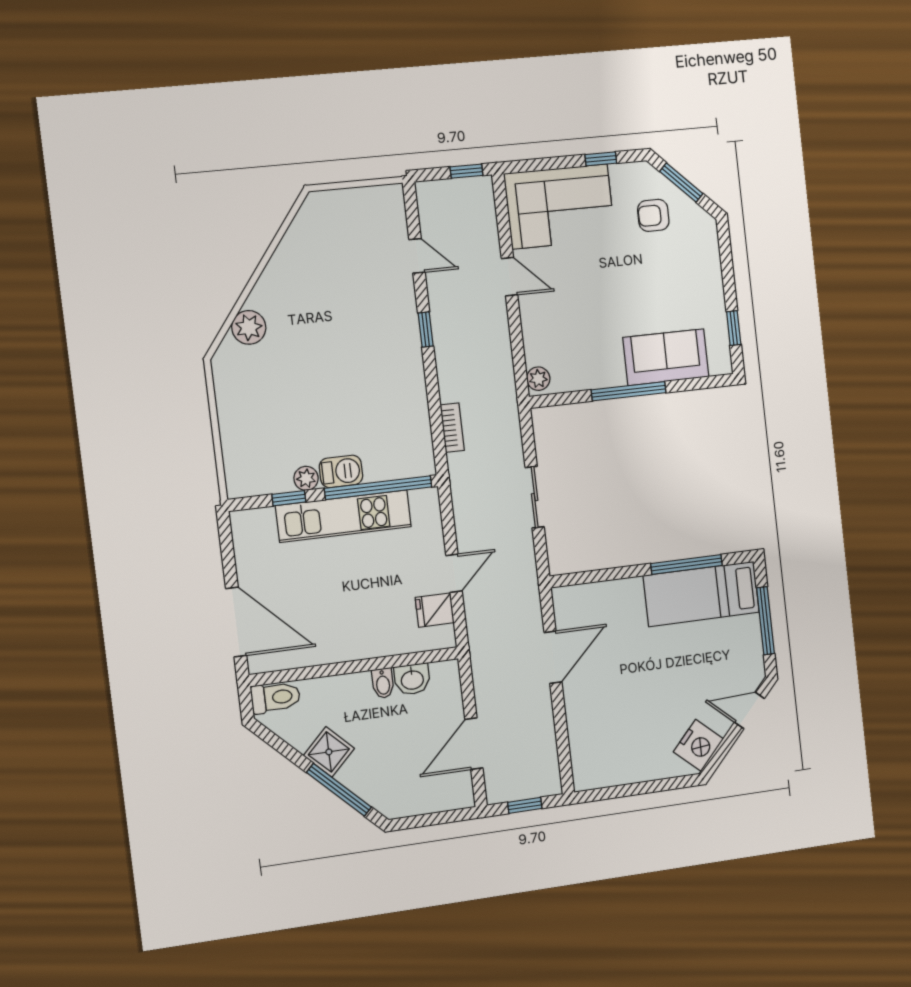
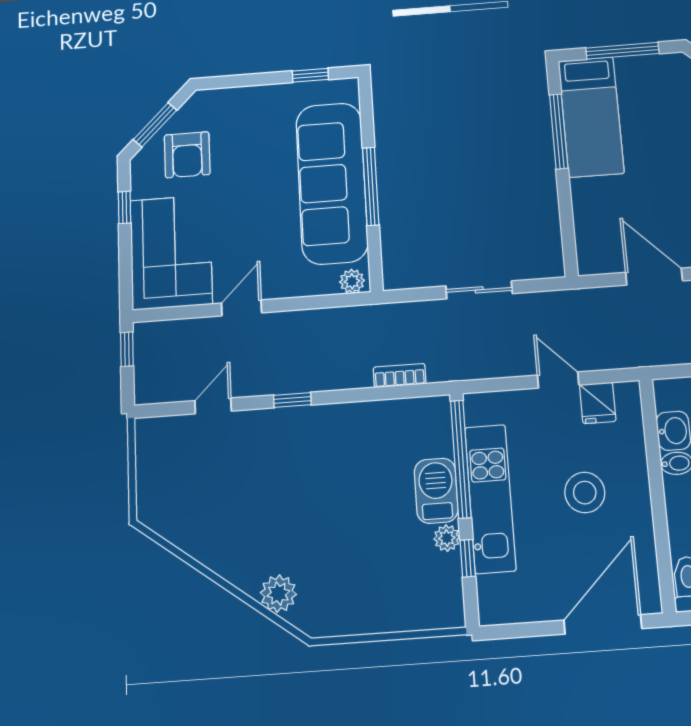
armchair: (653, 215) -> (187, 155), width x1.38, depth x1.38
sofa: (666, 357) -> (332, 183), width x1.85, depth x1.27
barbecue: (341, 471) -> (436, 491), width x1.38, depth x1.27
stool: (353, 601) -> (585, 493), added

